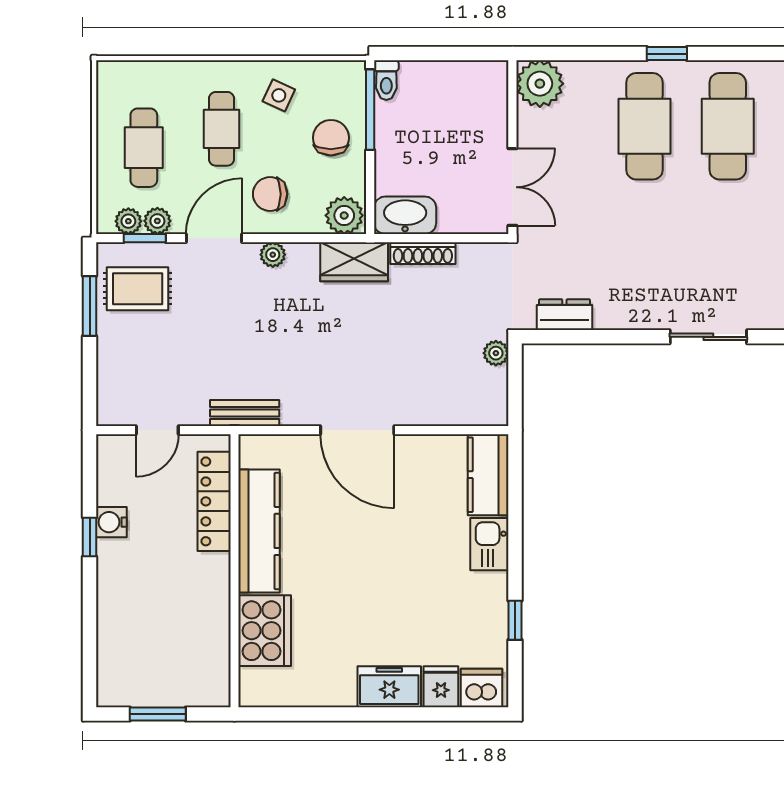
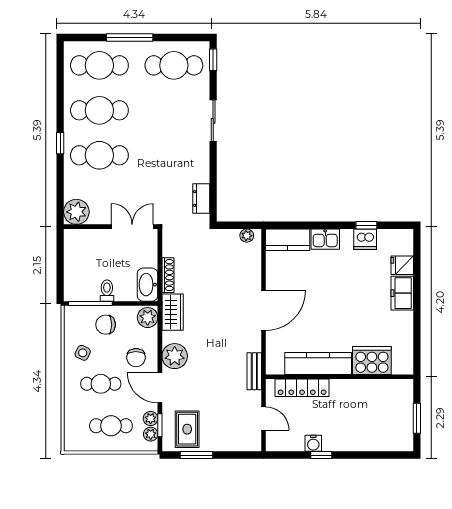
toilet: (386, 80) -> (107, 291), moved, turned -90
plant: (273, 255) -> (175, 356), width x1.88, depth x1.88
plant: (496, 353) -> (247, 236), moved
dishwasher: (482, 688) -> (365, 239), moved, turned -90

